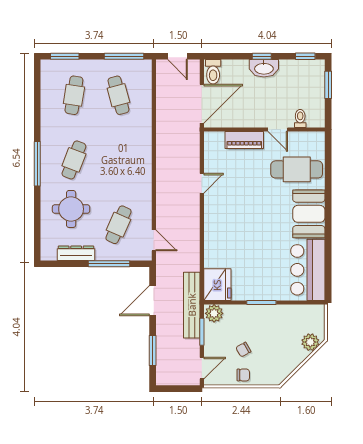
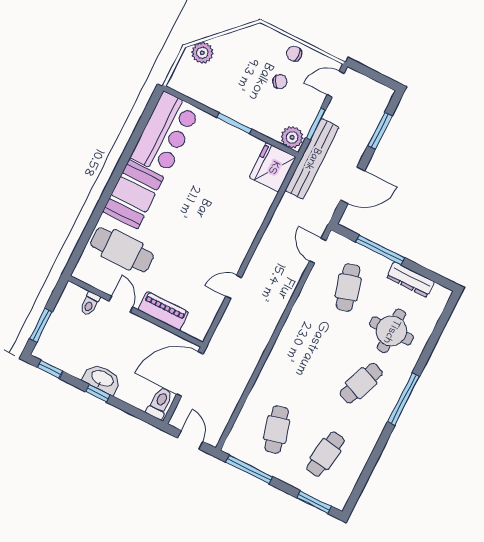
cafe table: (118, 225) -> (348, 287), turned -39

